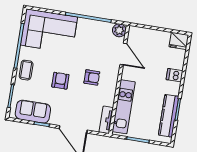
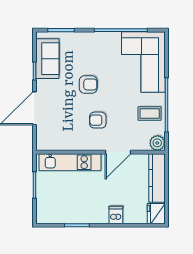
door: (123, 54) -> (118, 152), moved
coffee table: (26, 70) -> (150, 113), moved
armchair: (92, 77) -> (98, 120), turned 90
kitchen counter: (169, 116) -> (157, 178), moved, turned -90
tv unit: (106, 120) -> (52, 145), removed

